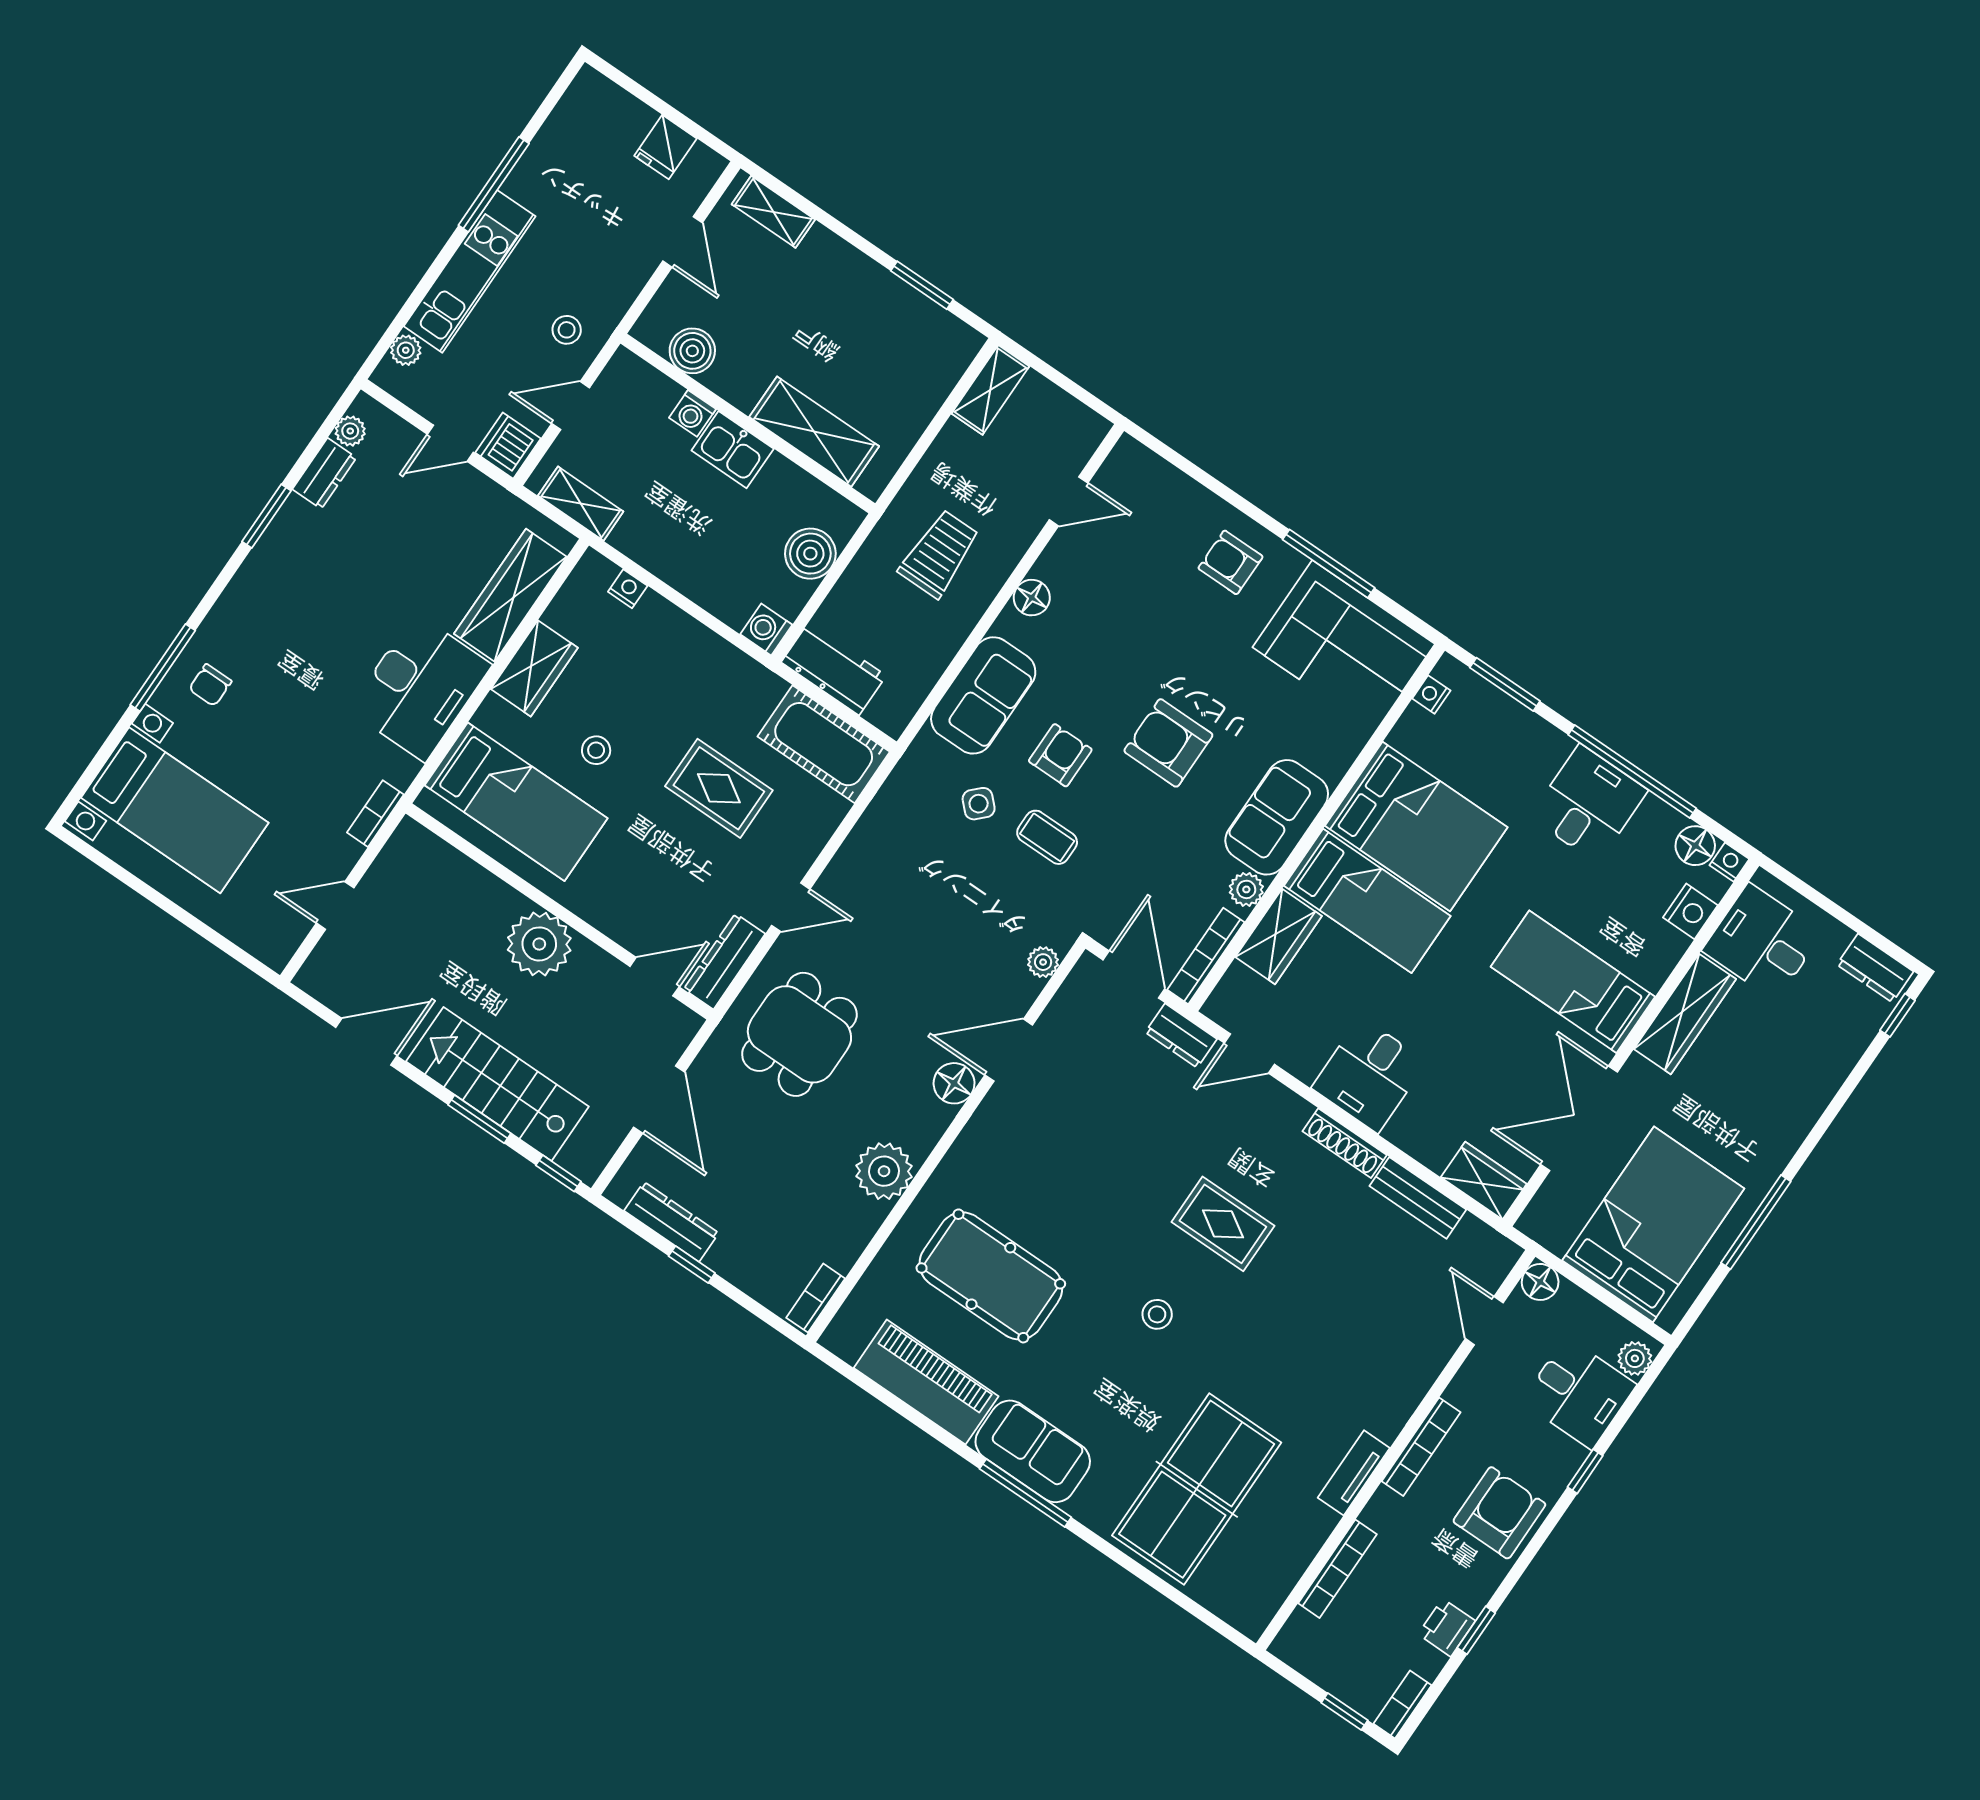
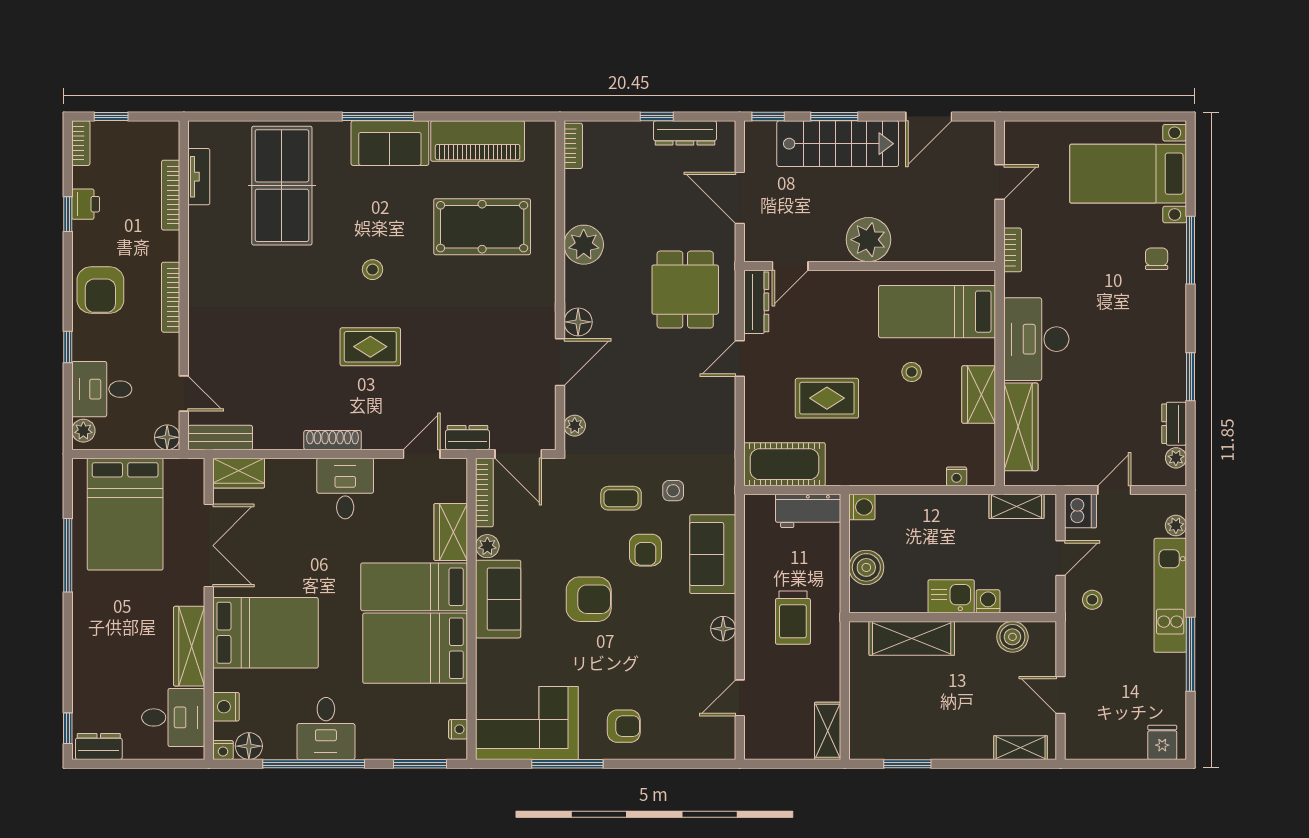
fridge: (665, 147) -> (1162, 742), moved
side table: (979, 804) -> (673, 491), turned 45
bed: (1573, 982) -> (265, 633), width x1.50
bench: (1418, 1198) -> (220, 438), moved
tv unit: (1354, 1473) -> (199, 177), moved

